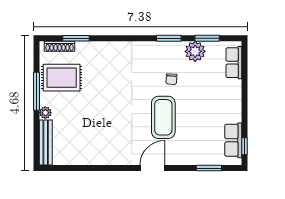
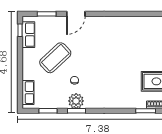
plant: (195, 51) -> (76, 101), moved
coffee table: (163, 117) -> (55, 58), moved, turned 47
door: (152, 168) -> (76, 14), moved

